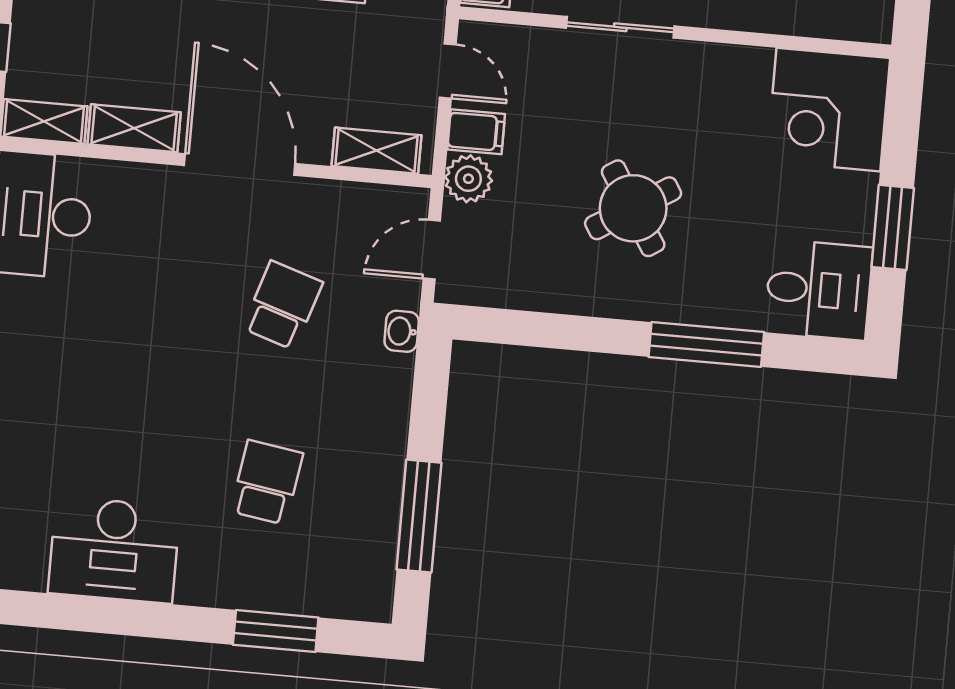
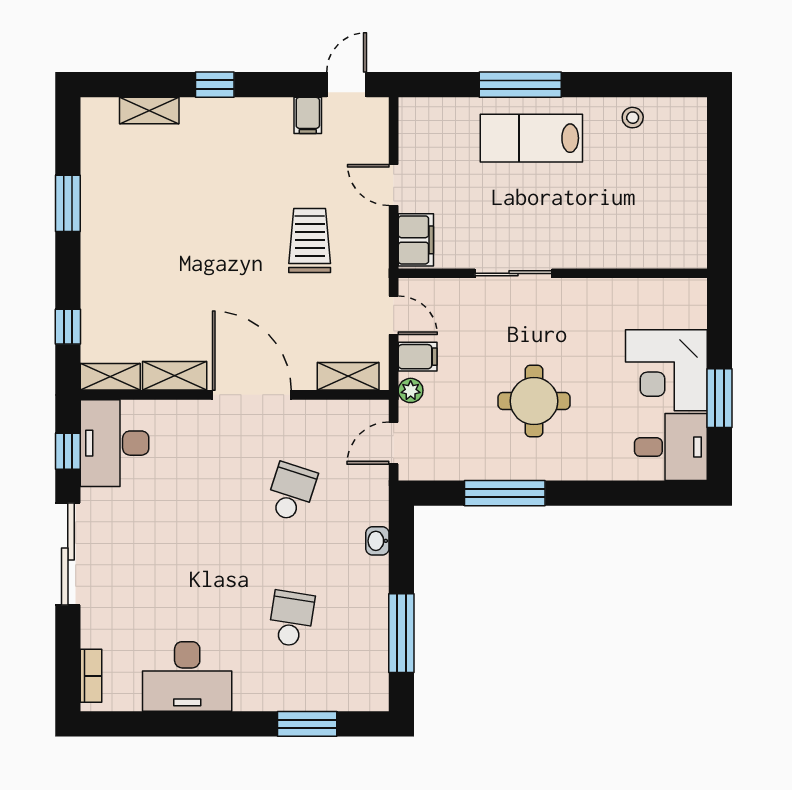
corner desk: (828, 110) -> (666, 370), moved
plant: (468, 179) -> (411, 390), width x0.73, depth x0.73
round table: (633, 208) -> (534, 401), turned 32
washbasin: (402, 331) -> (377, 541), moved
window: (706, 344) -> (505, 493), moved

